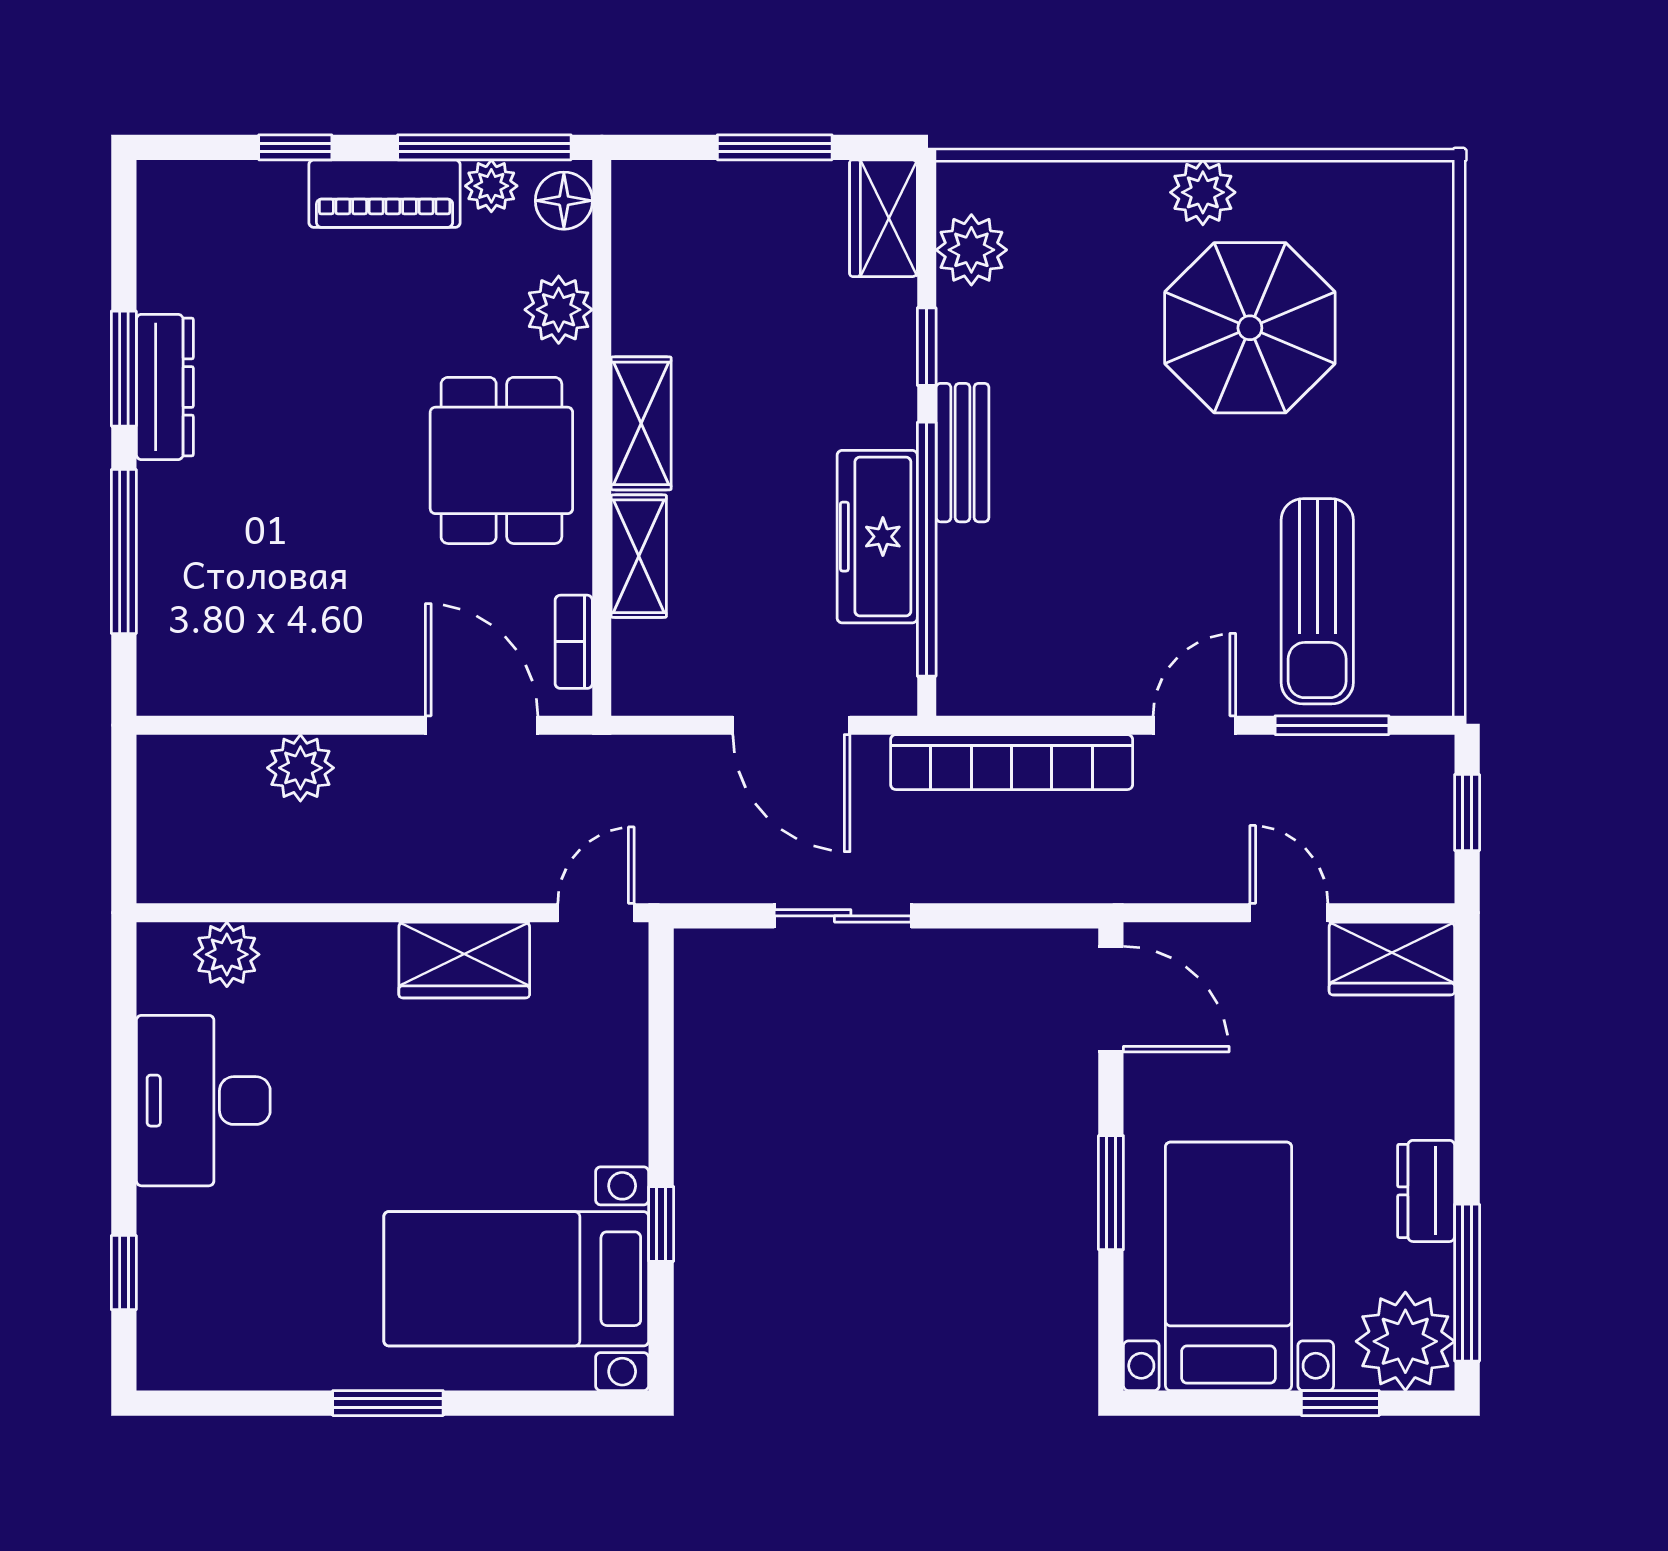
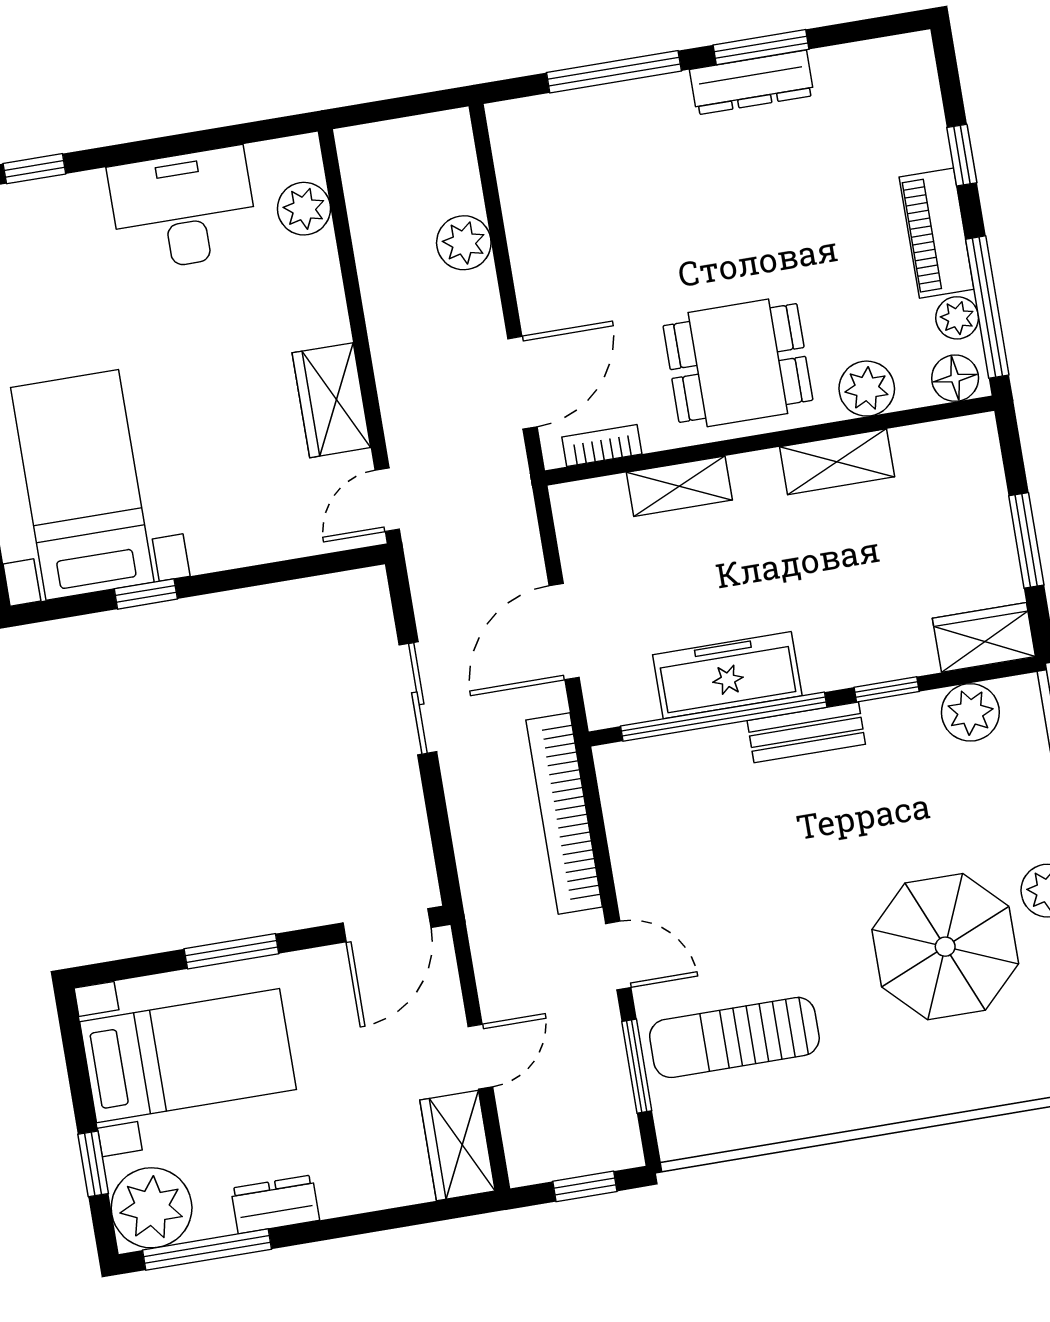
shelving: (641, 423) -> (837, 462), moved
door: (596, 913) -> (387, 500), swing flipped

